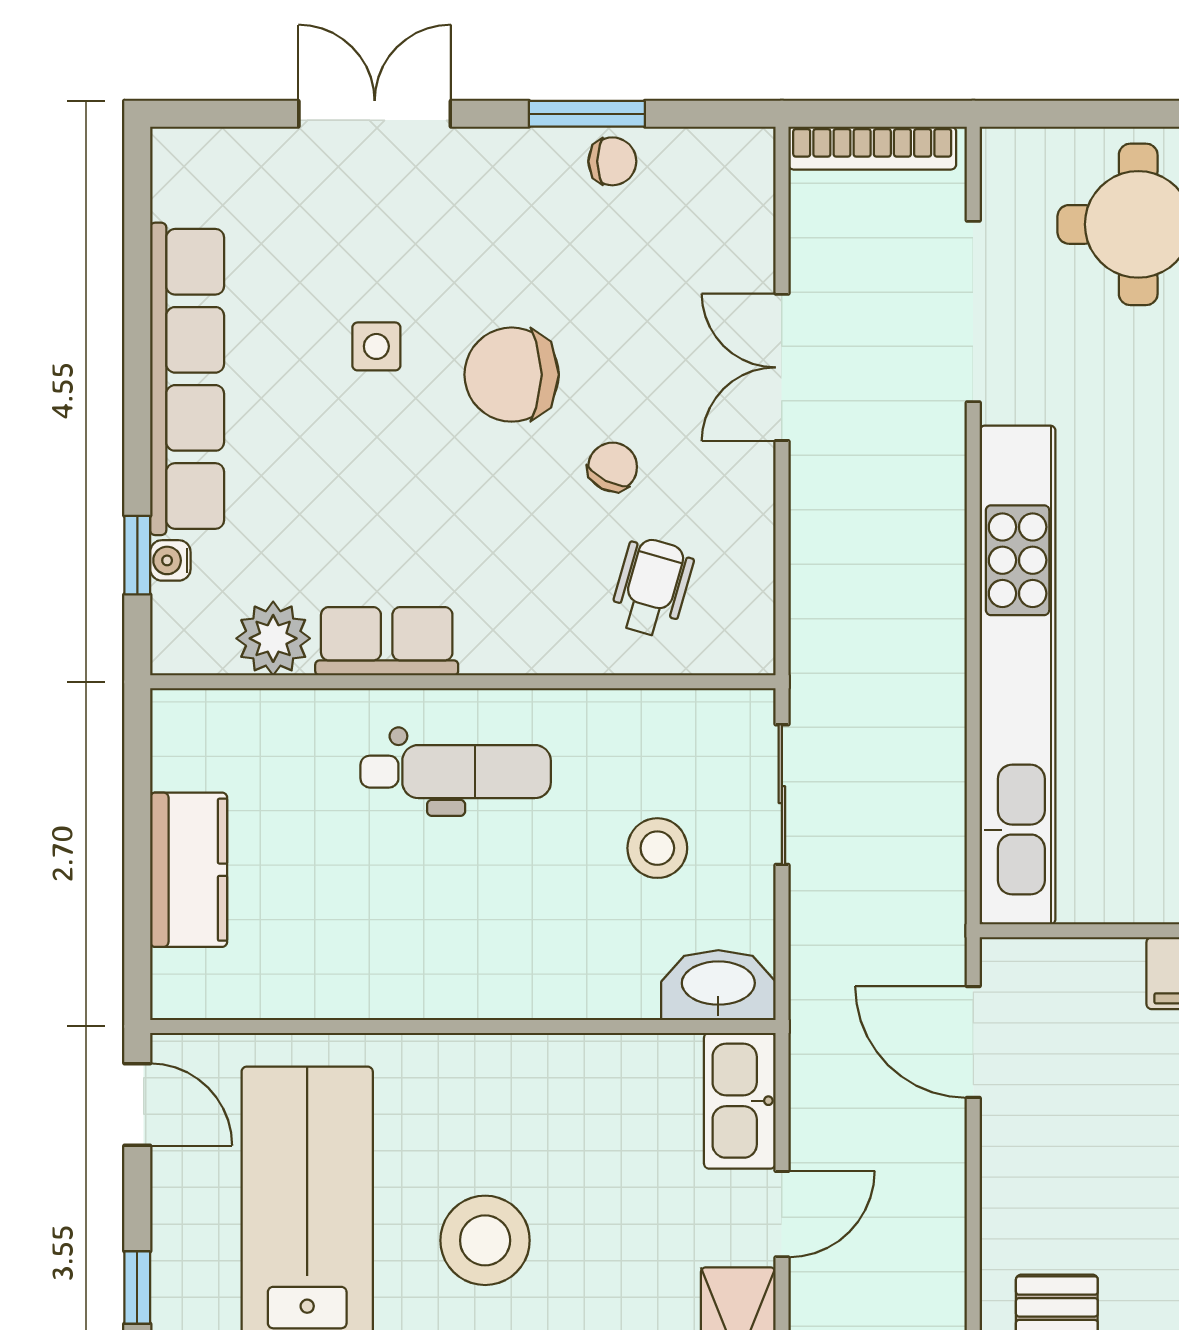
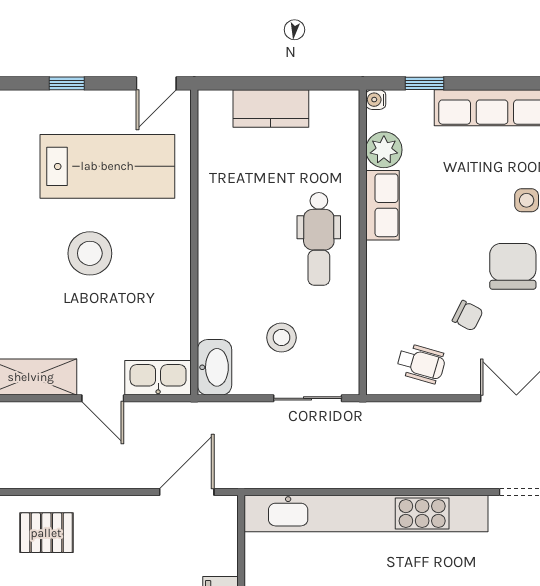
water cooler: (170, 560) -> (376, 100), moved, turned -90
wheelchair: (652, 587) -> (421, 363), moved

